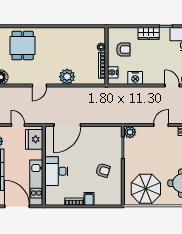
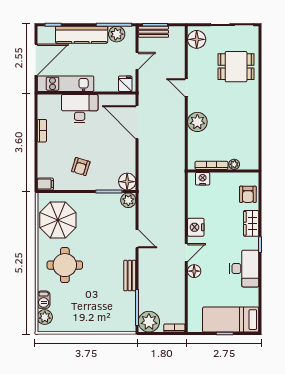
armchair: (123, 50) -> (248, 194), moved
nightstand: (135, 78) -> (196, 227), moved
floor lamp: (115, 133) -> (127, 182), added
fridge: (34, 139) -> (125, 84), width x0.53, depth x0.75
filing cabinet: (89, 199) -> (45, 184), moved

